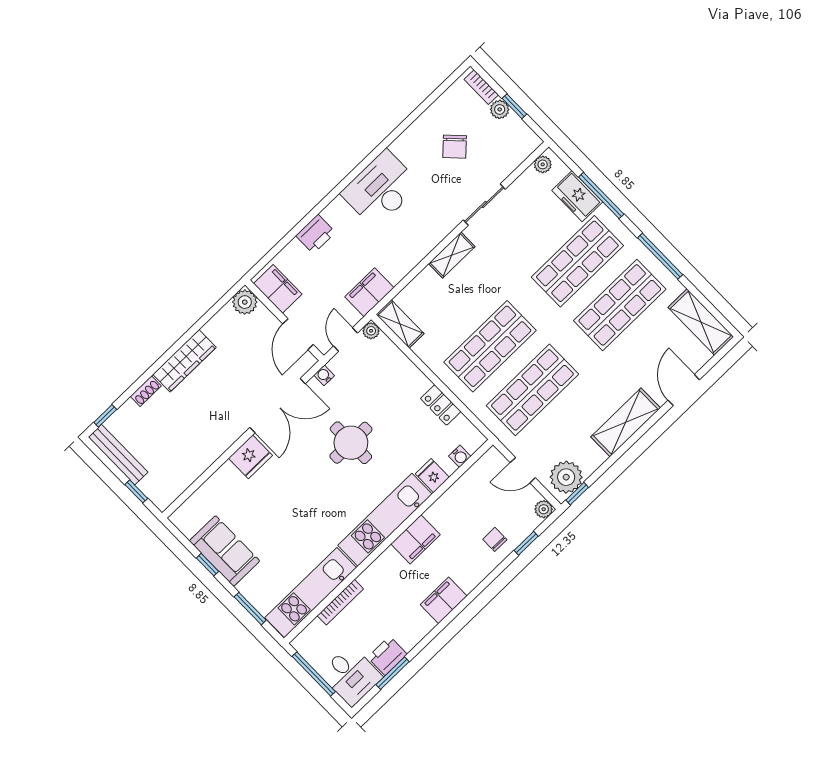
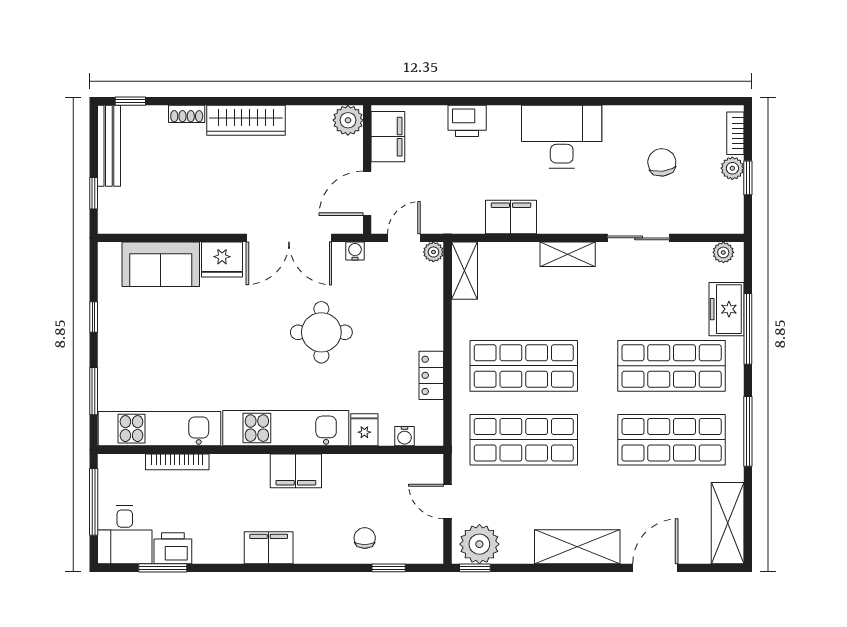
chair: (455, 147) -> (662, 162), turned 127
filing cabinet: (369, 292) -> (511, 217), moved
plant: (544, 509) -> (433, 553), removed
sofa: (224, 551) -> (161, 264), moved, turned 90

